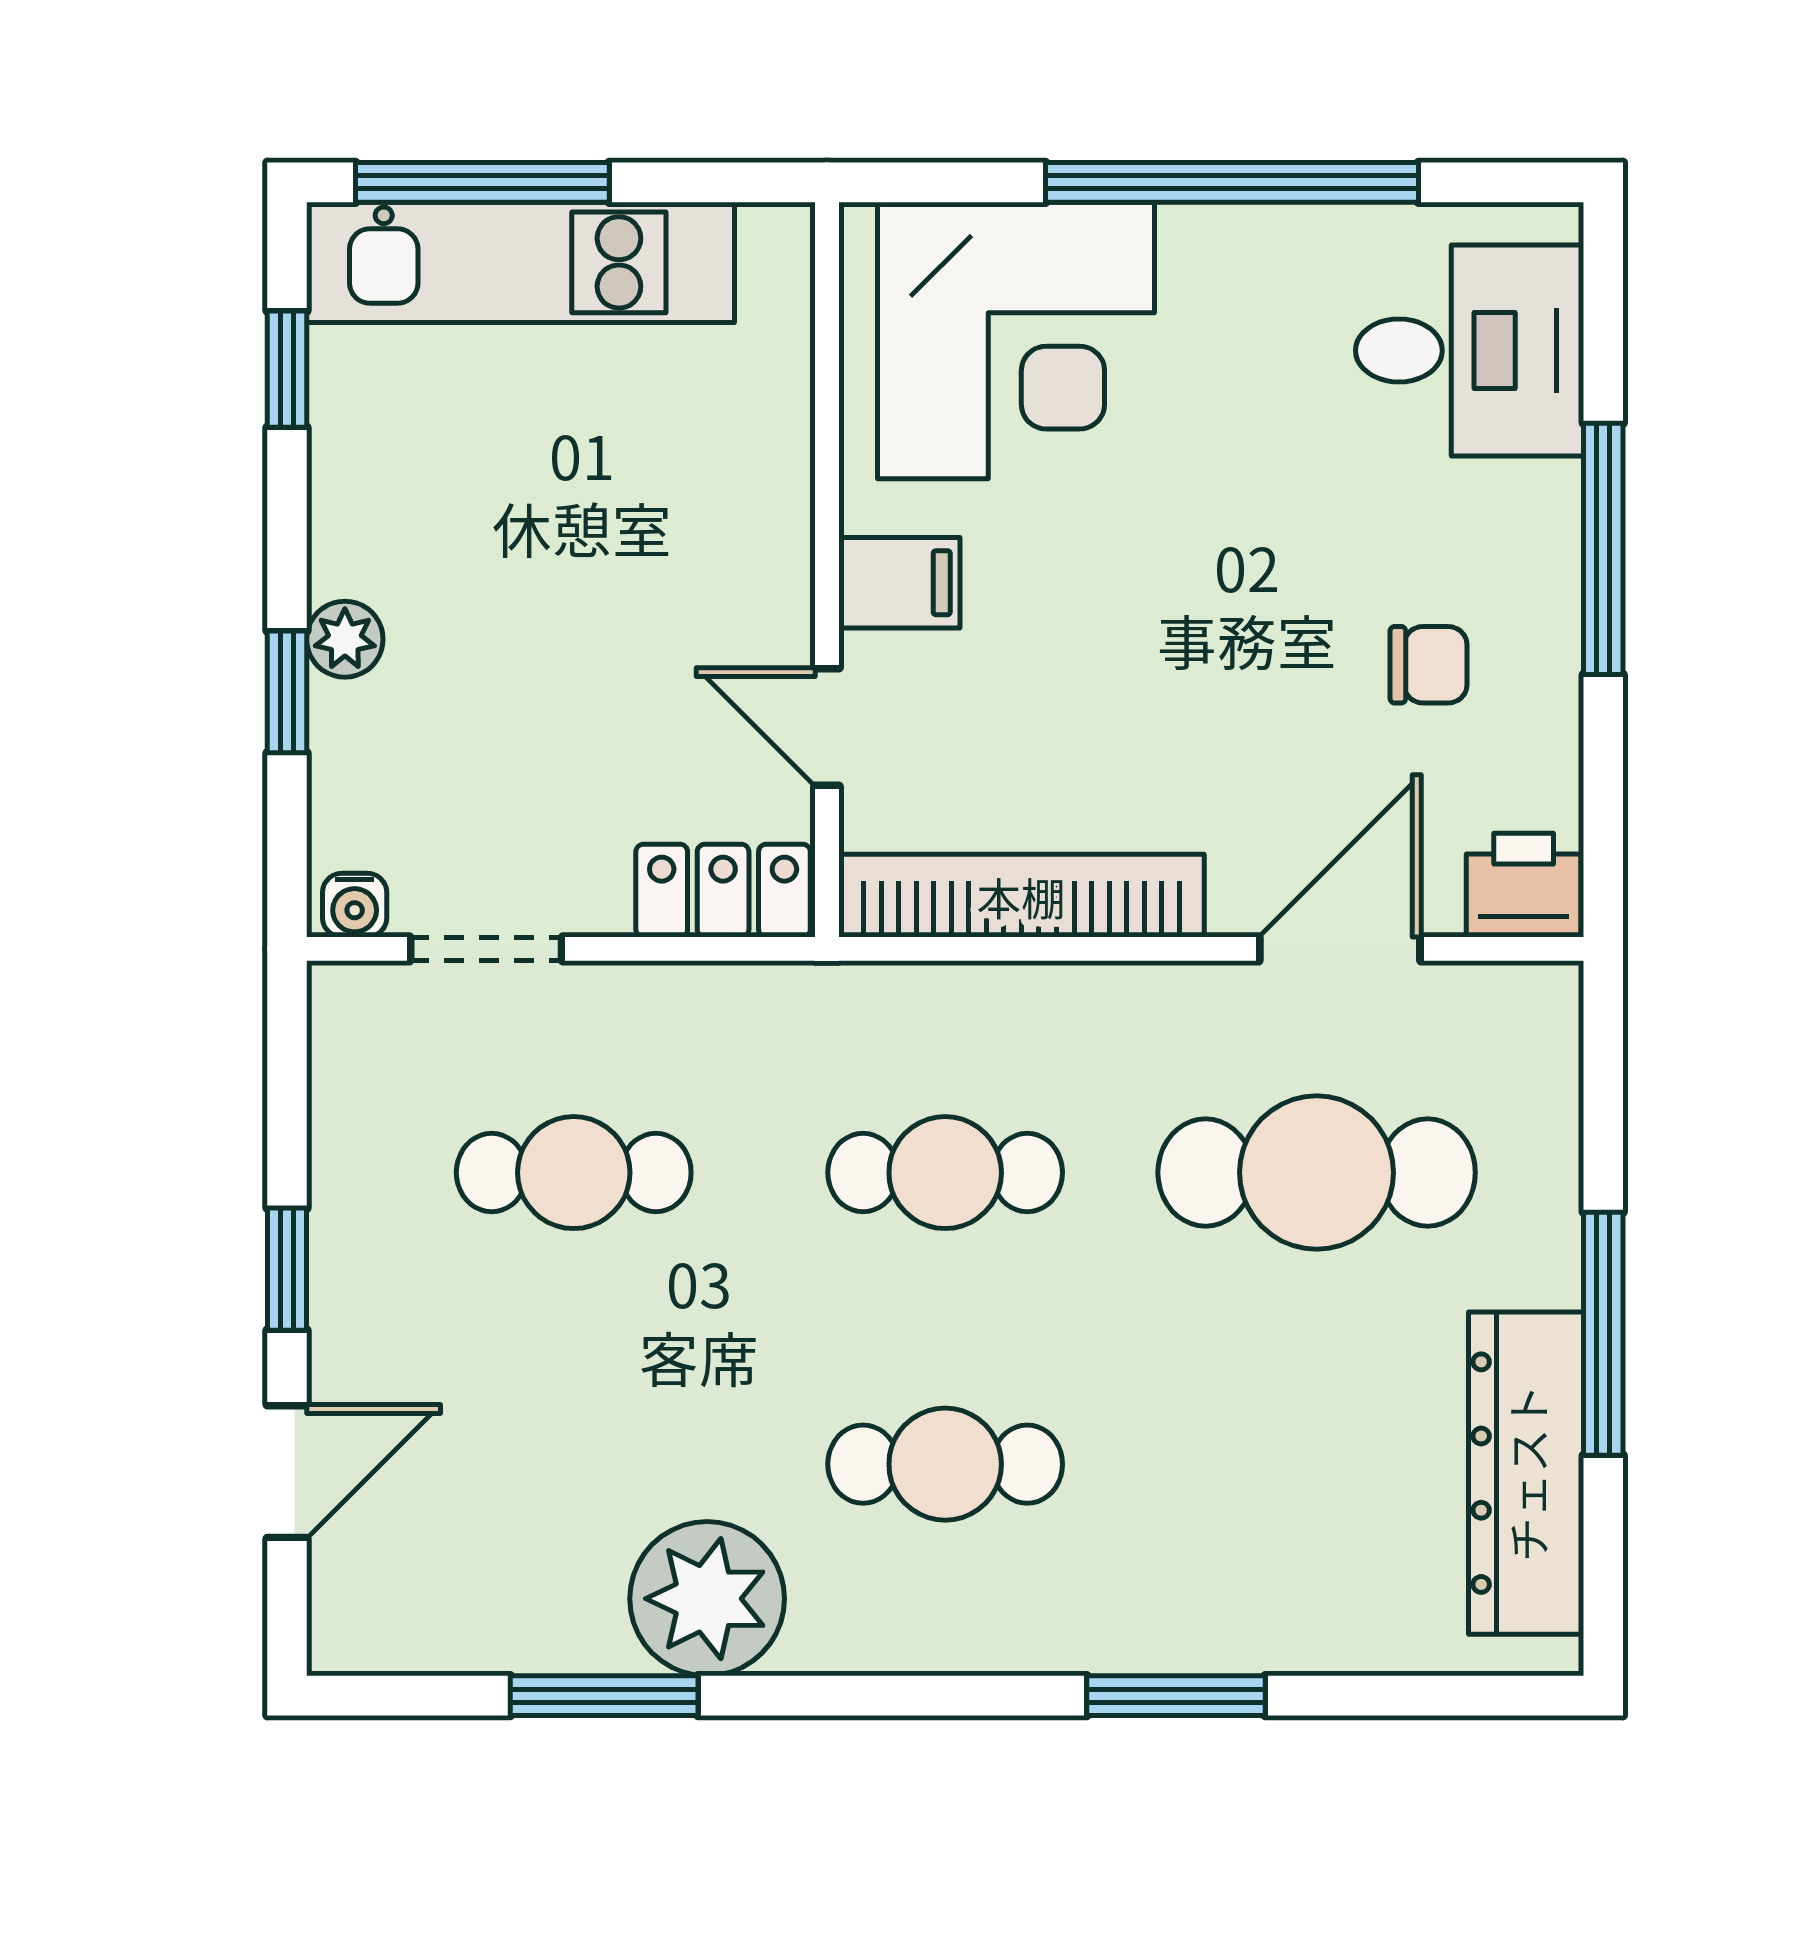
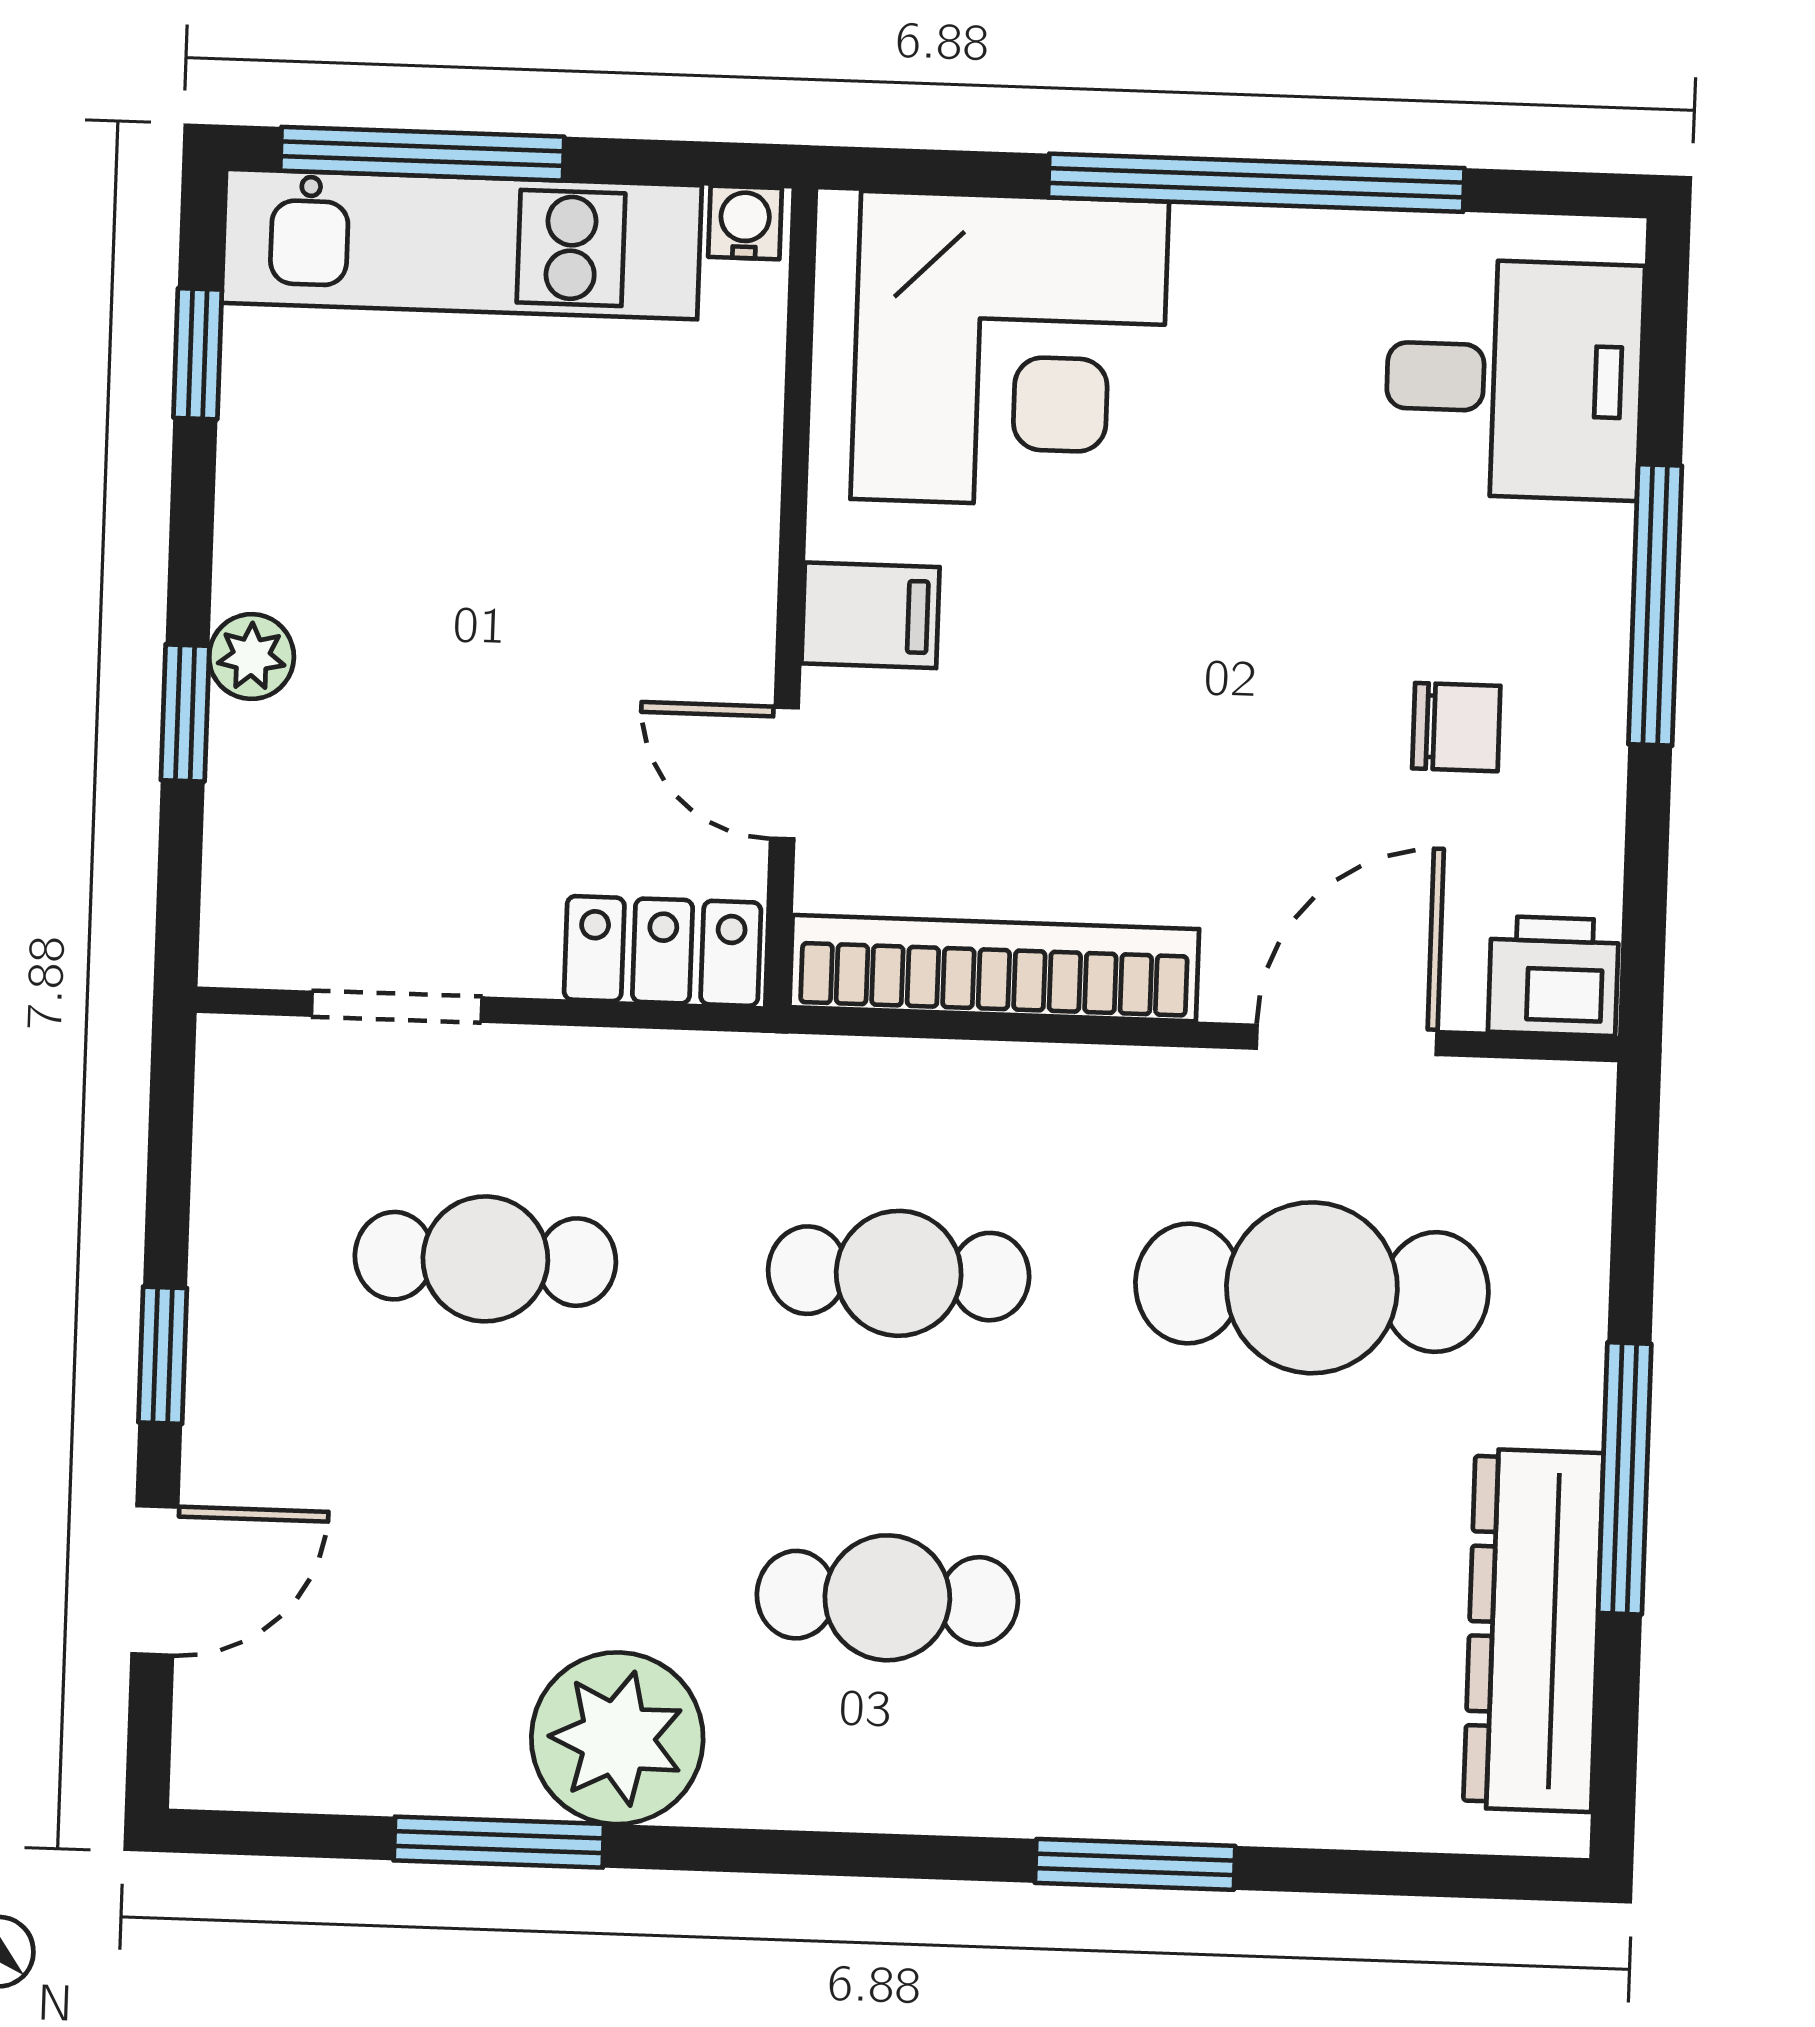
water cooler: (355, 905) -> (745, 222), moved, turned 180

